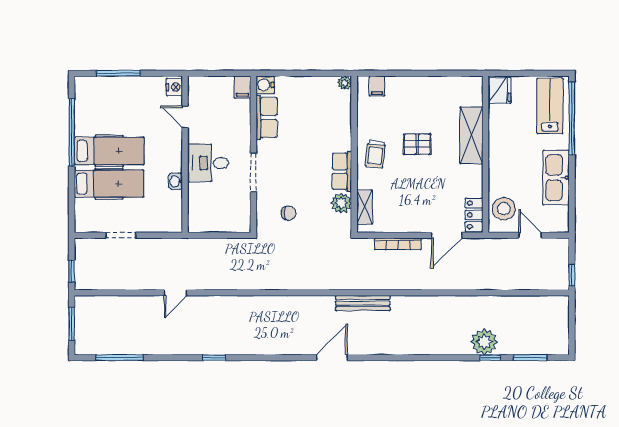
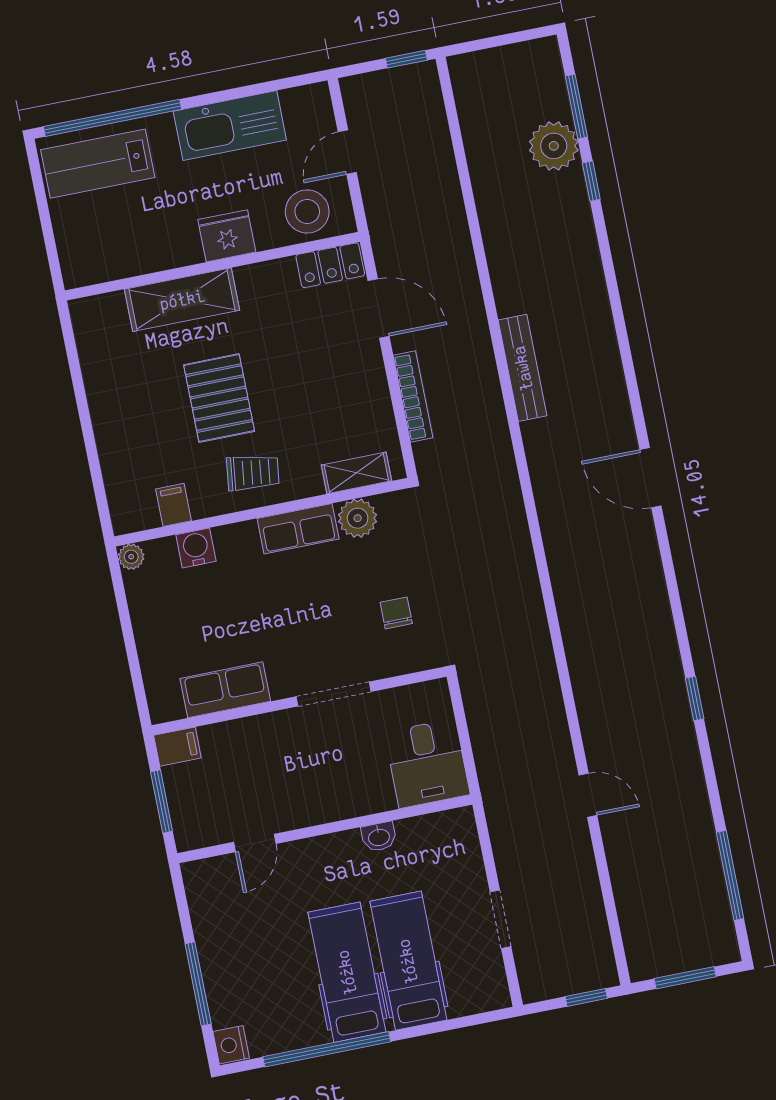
window: (216, 73) -> (162, 801), added
water cooler: (265, 85) -> (196, 548), moved, turned 180
filing cabinet: (377, 86) -> (173, 505), moved, turned -90
nightstand: (174, 87) -> (231, 1045), moved, turned -90
fridge: (500, 90) -> (227, 236), moved
pallet: (417, 144) -> (219, 398), width x1.50, depth x1.42
desk: (208, 163) -> (427, 763), moved
bench: (363, 303) -> (523, 368), moved
plant: (484, 342) -> (554, 146), moved

